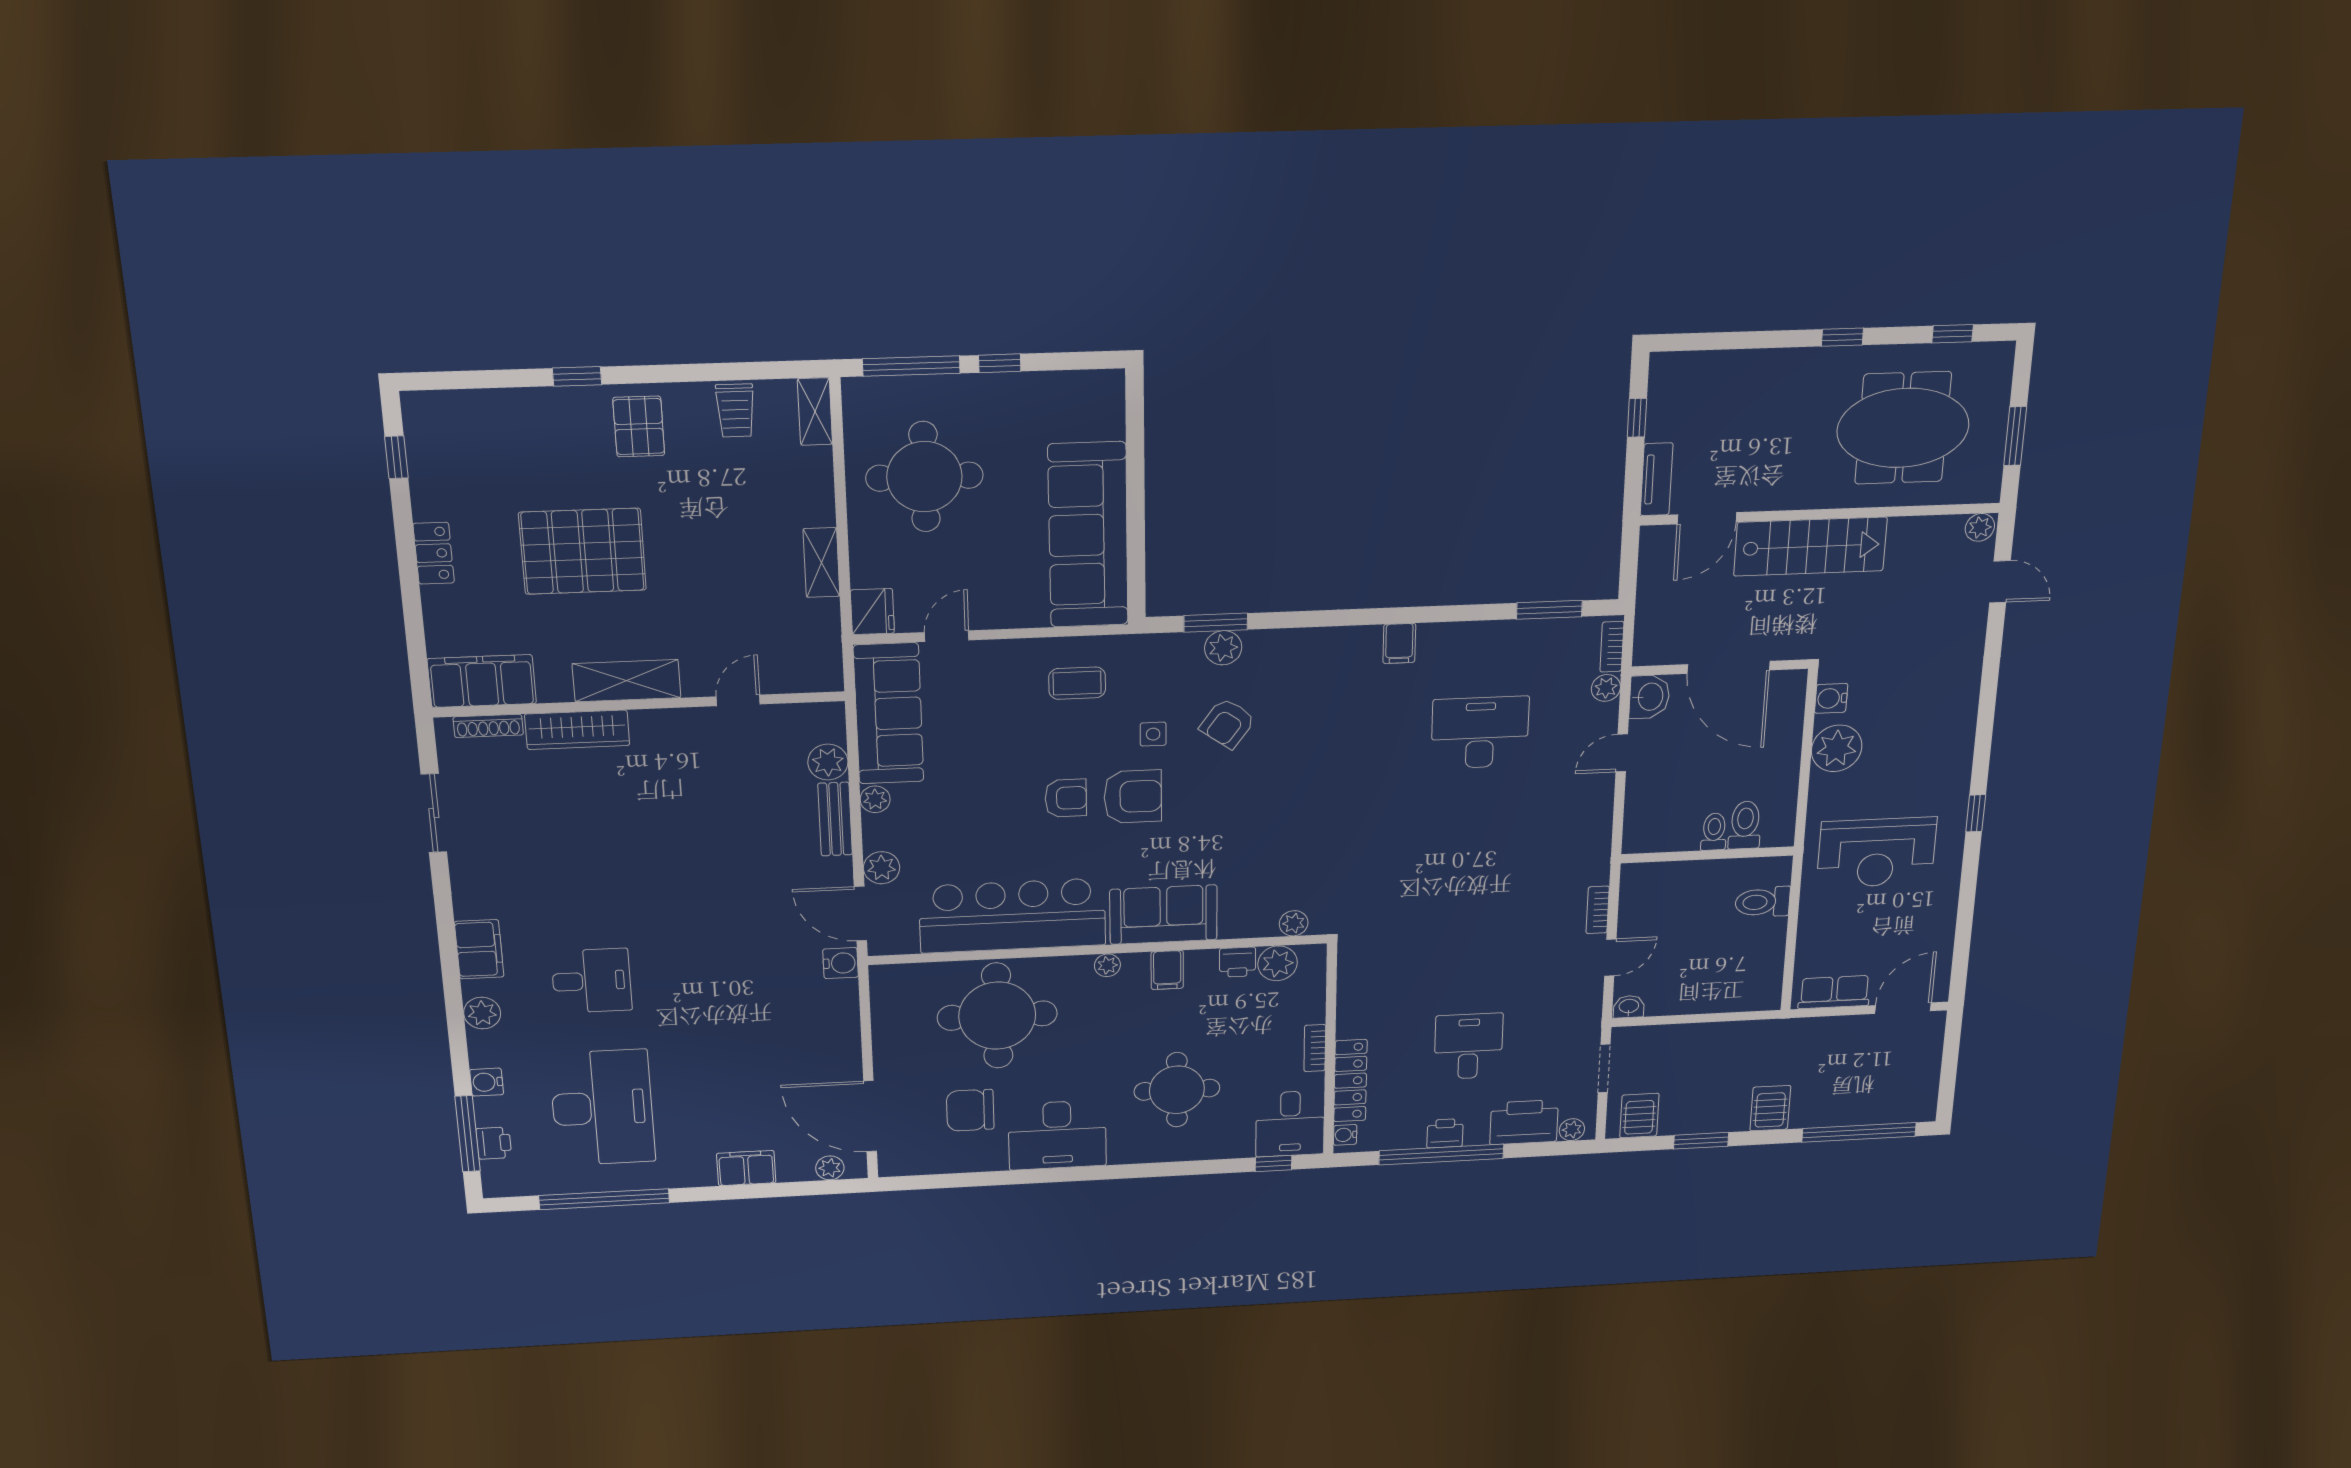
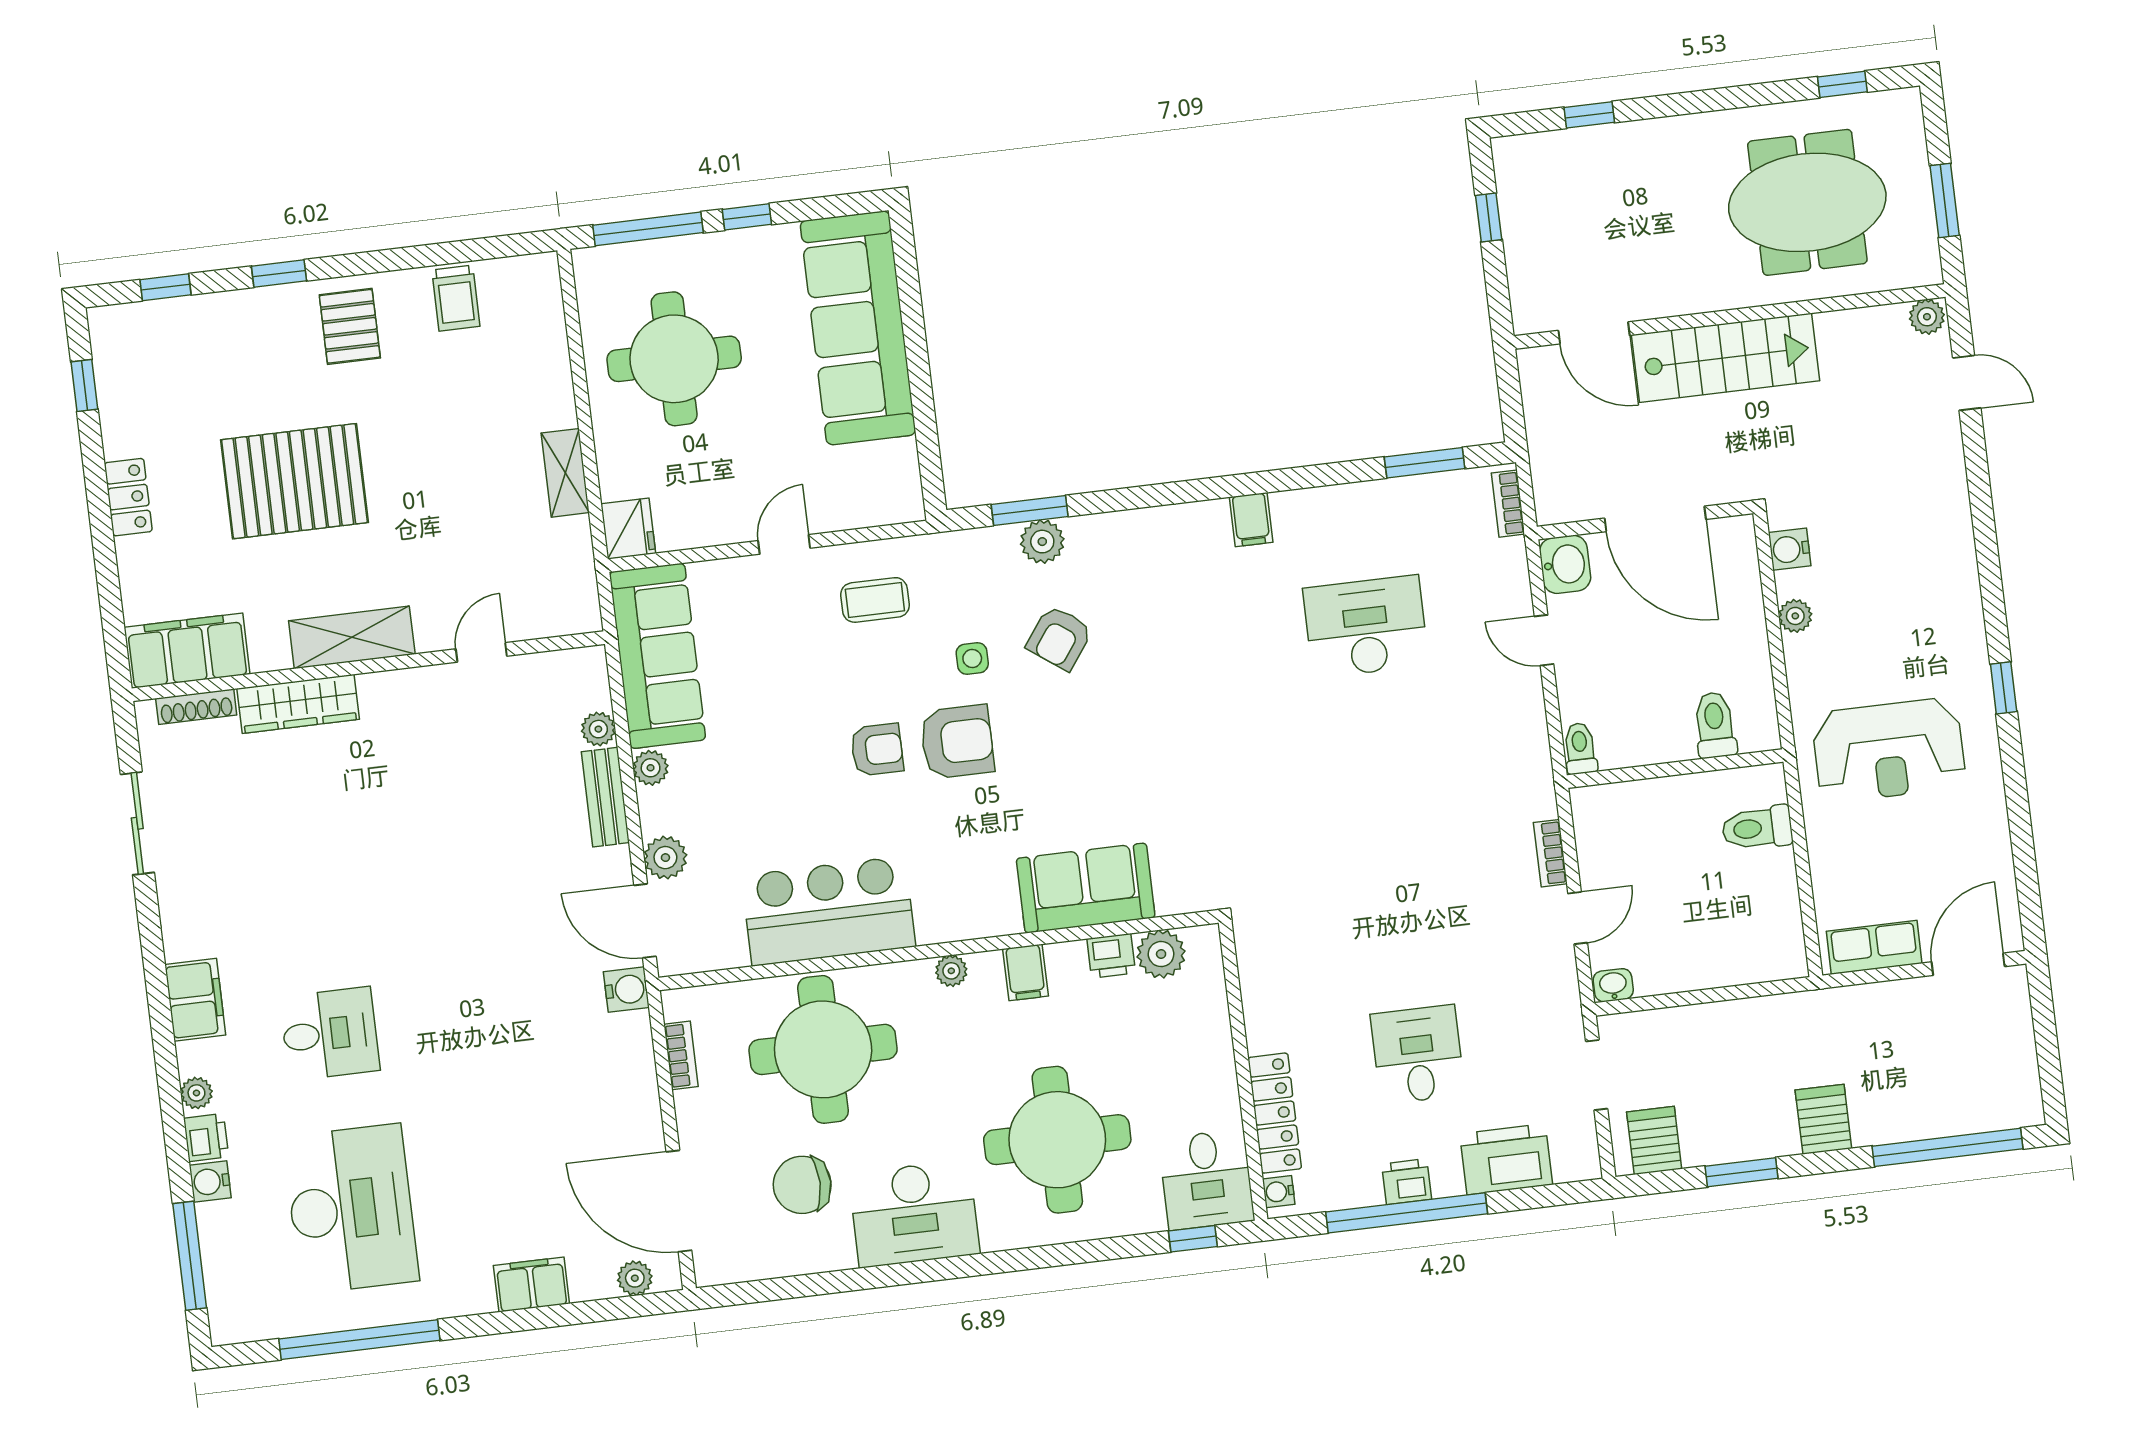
window: (1842, 337) -> (1589, 115), moved
window: (473, 380) -> (165, 287), added
shelving: (815, 412) -> (545, 292), removed
tv unit: (1657, 479) -> (1525, 290), removed
door: (1707, 518) -> (1594, 333), hinge flipped
sofa: (1088, 535) -> (858, 328), moved
door: (947, 636) -> (784, 544), moved
plant: (1606, 688) -> (1510, 557), removed
plant: (1837, 748) -> (1795, 616), width x0.53, depth x0.53
door: (1622, 753) -> (1544, 640), hinge flipped
plant: (828, 762) -> (598, 729), width x0.73, depth x0.73
toilet: (1714, 832) -> (1580, 748), moved
sofa: (1164, 915) -> (1086, 888), moved
bar counter: (1012, 916) -> (829, 911), width x0.73
plant: (1294, 923) -> (1174, 898), removed
plant: (482, 1013) -> (196, 1093), width x0.73, depth x0.73
bookcase: (1315, 1048) -> (681, 1055), moved, turned 180
round table: (1177, 1090) -> (1057, 1140), width x1.36, depth x1.36
plant: (1572, 1130) -> (1570, 1166), removed
printer: (494, 1143) -> (206, 1137), moved

